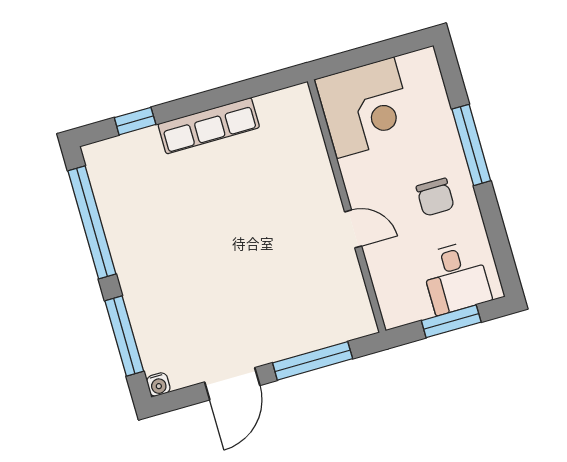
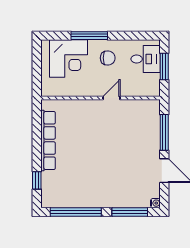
corner desk: (365, 108) -> (68, 59), moved, turned 90
row of seats: (209, 126) -> (48, 140), width x1.36

